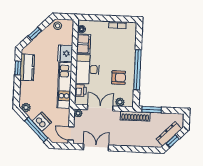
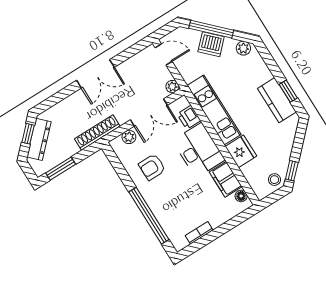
window: (35, 34) -> (292, 171), moved
window: (137, 70) -> (149, 216), moved
window: (152, 110) -> (61, 169), moved
double door: (96, 147) -> (95, 74), moved

